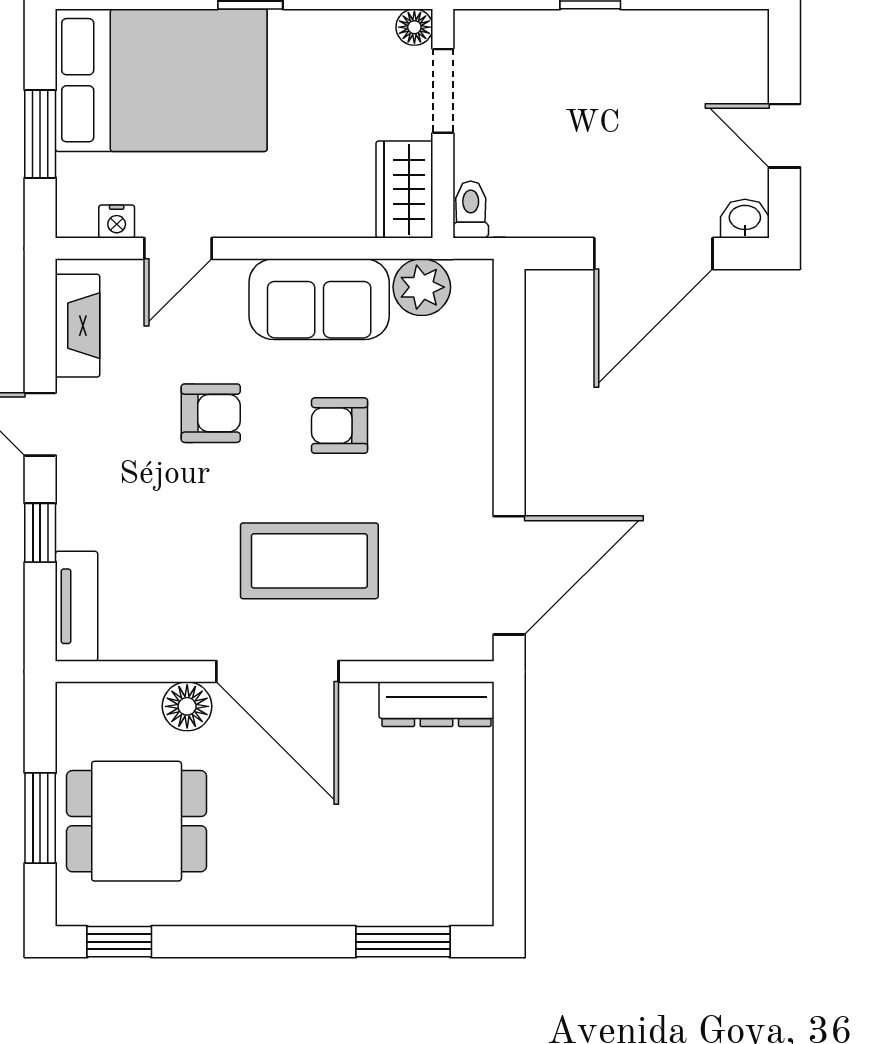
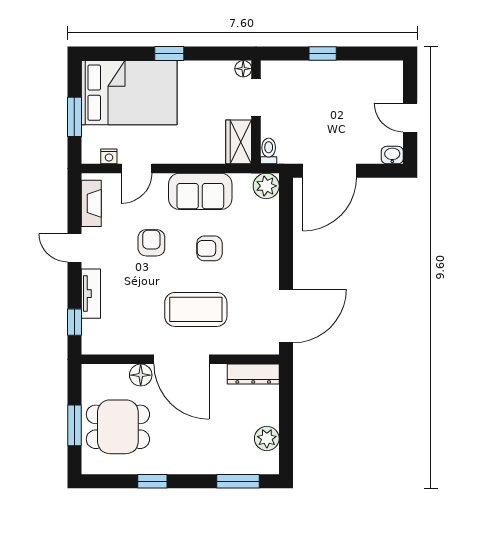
door: (653, 254) -> (330, 171), moved
plant: (422, 287) -> (266, 186), moved
armchair: (211, 413) -> (151, 243), turned -90
window: (40, 533) -> (74, 322), moved
tv unit: (77, 606) -> (91, 294), moved
plant: (467, 847) -> (267, 438), added
window: (119, 942) -> (152, 481), moved

